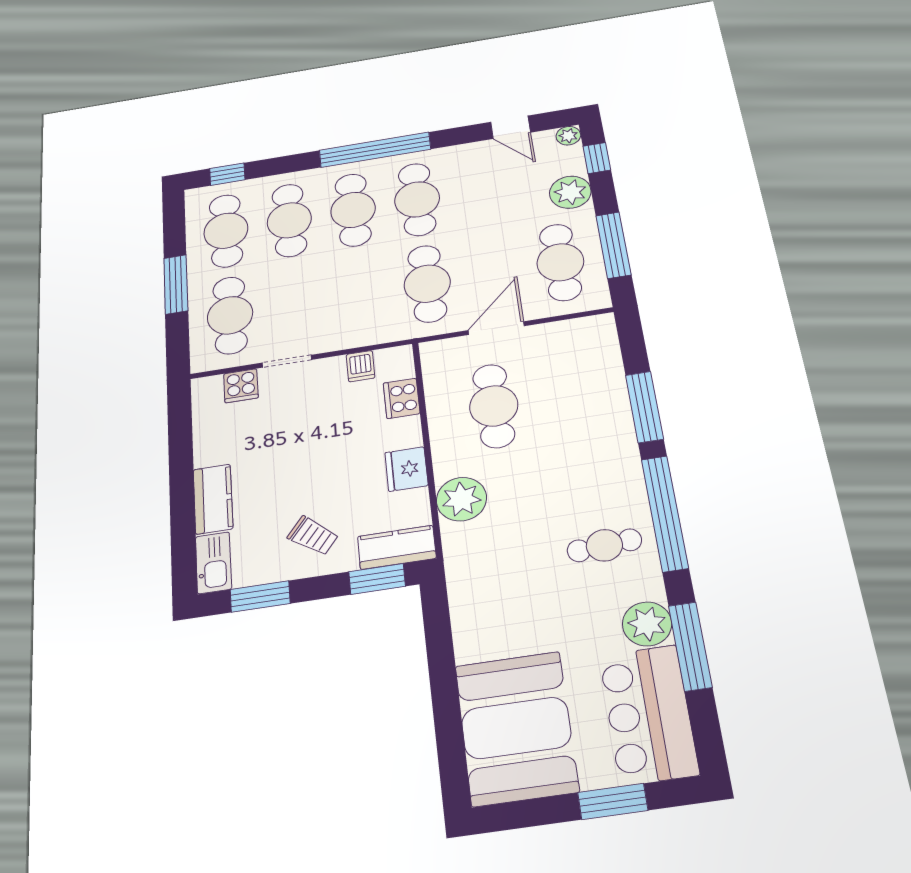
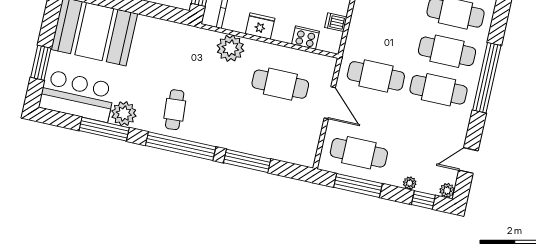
plant: (570, 192) -> (410, 183), width x0.53, depth x0.53

